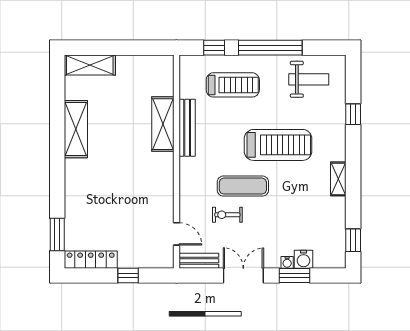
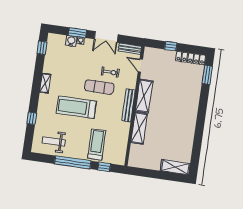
treadmill: (233, 85) -> (97, 144), turned 90
bench: (187, 128) -> (128, 105), moved
shelving: (76, 129) -> (144, 96), moved

